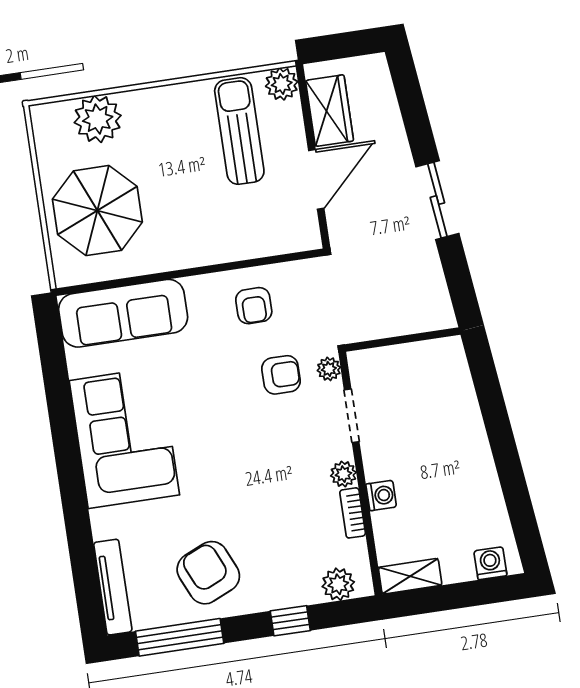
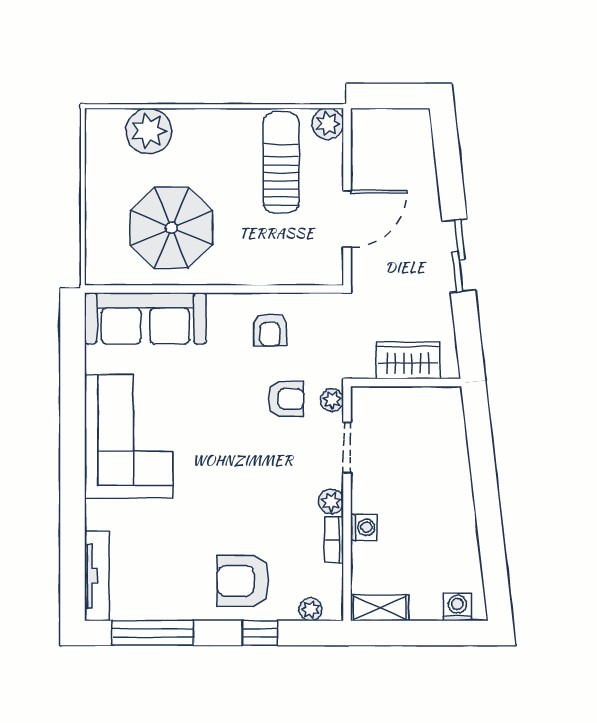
wardrobe: (330, 111) -> (408, 360), moved, turned -90
parasol: (97, 211) -> (171, 228), moved
armchair: (208, 573) -> (243, 581), moved, turned -66
plant: (338, 584) -> (311, 609), width x0.73, depth x0.73

